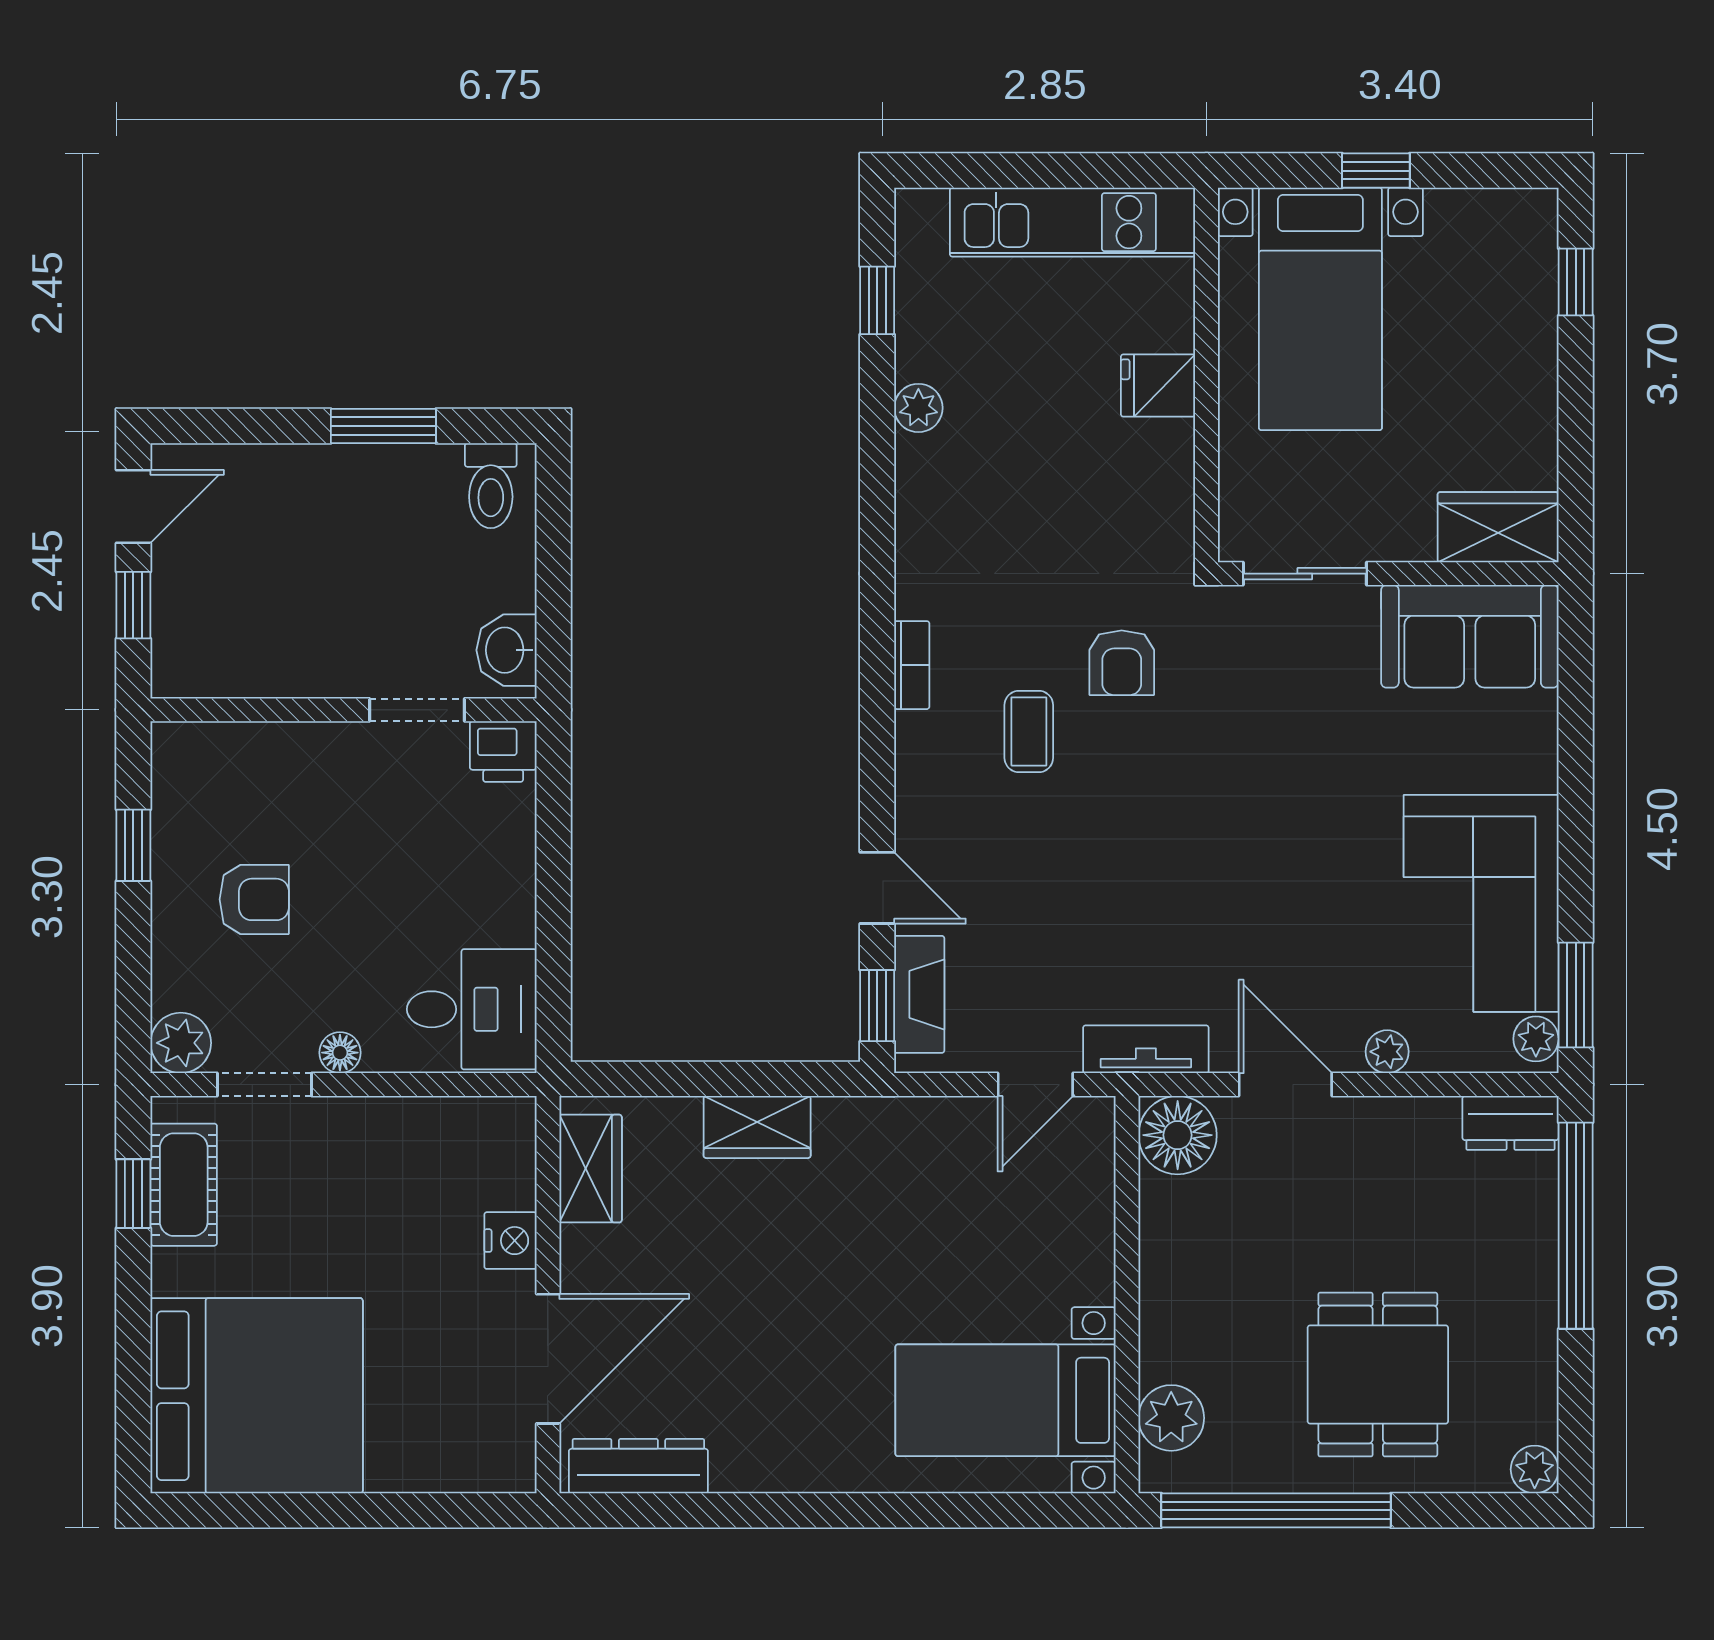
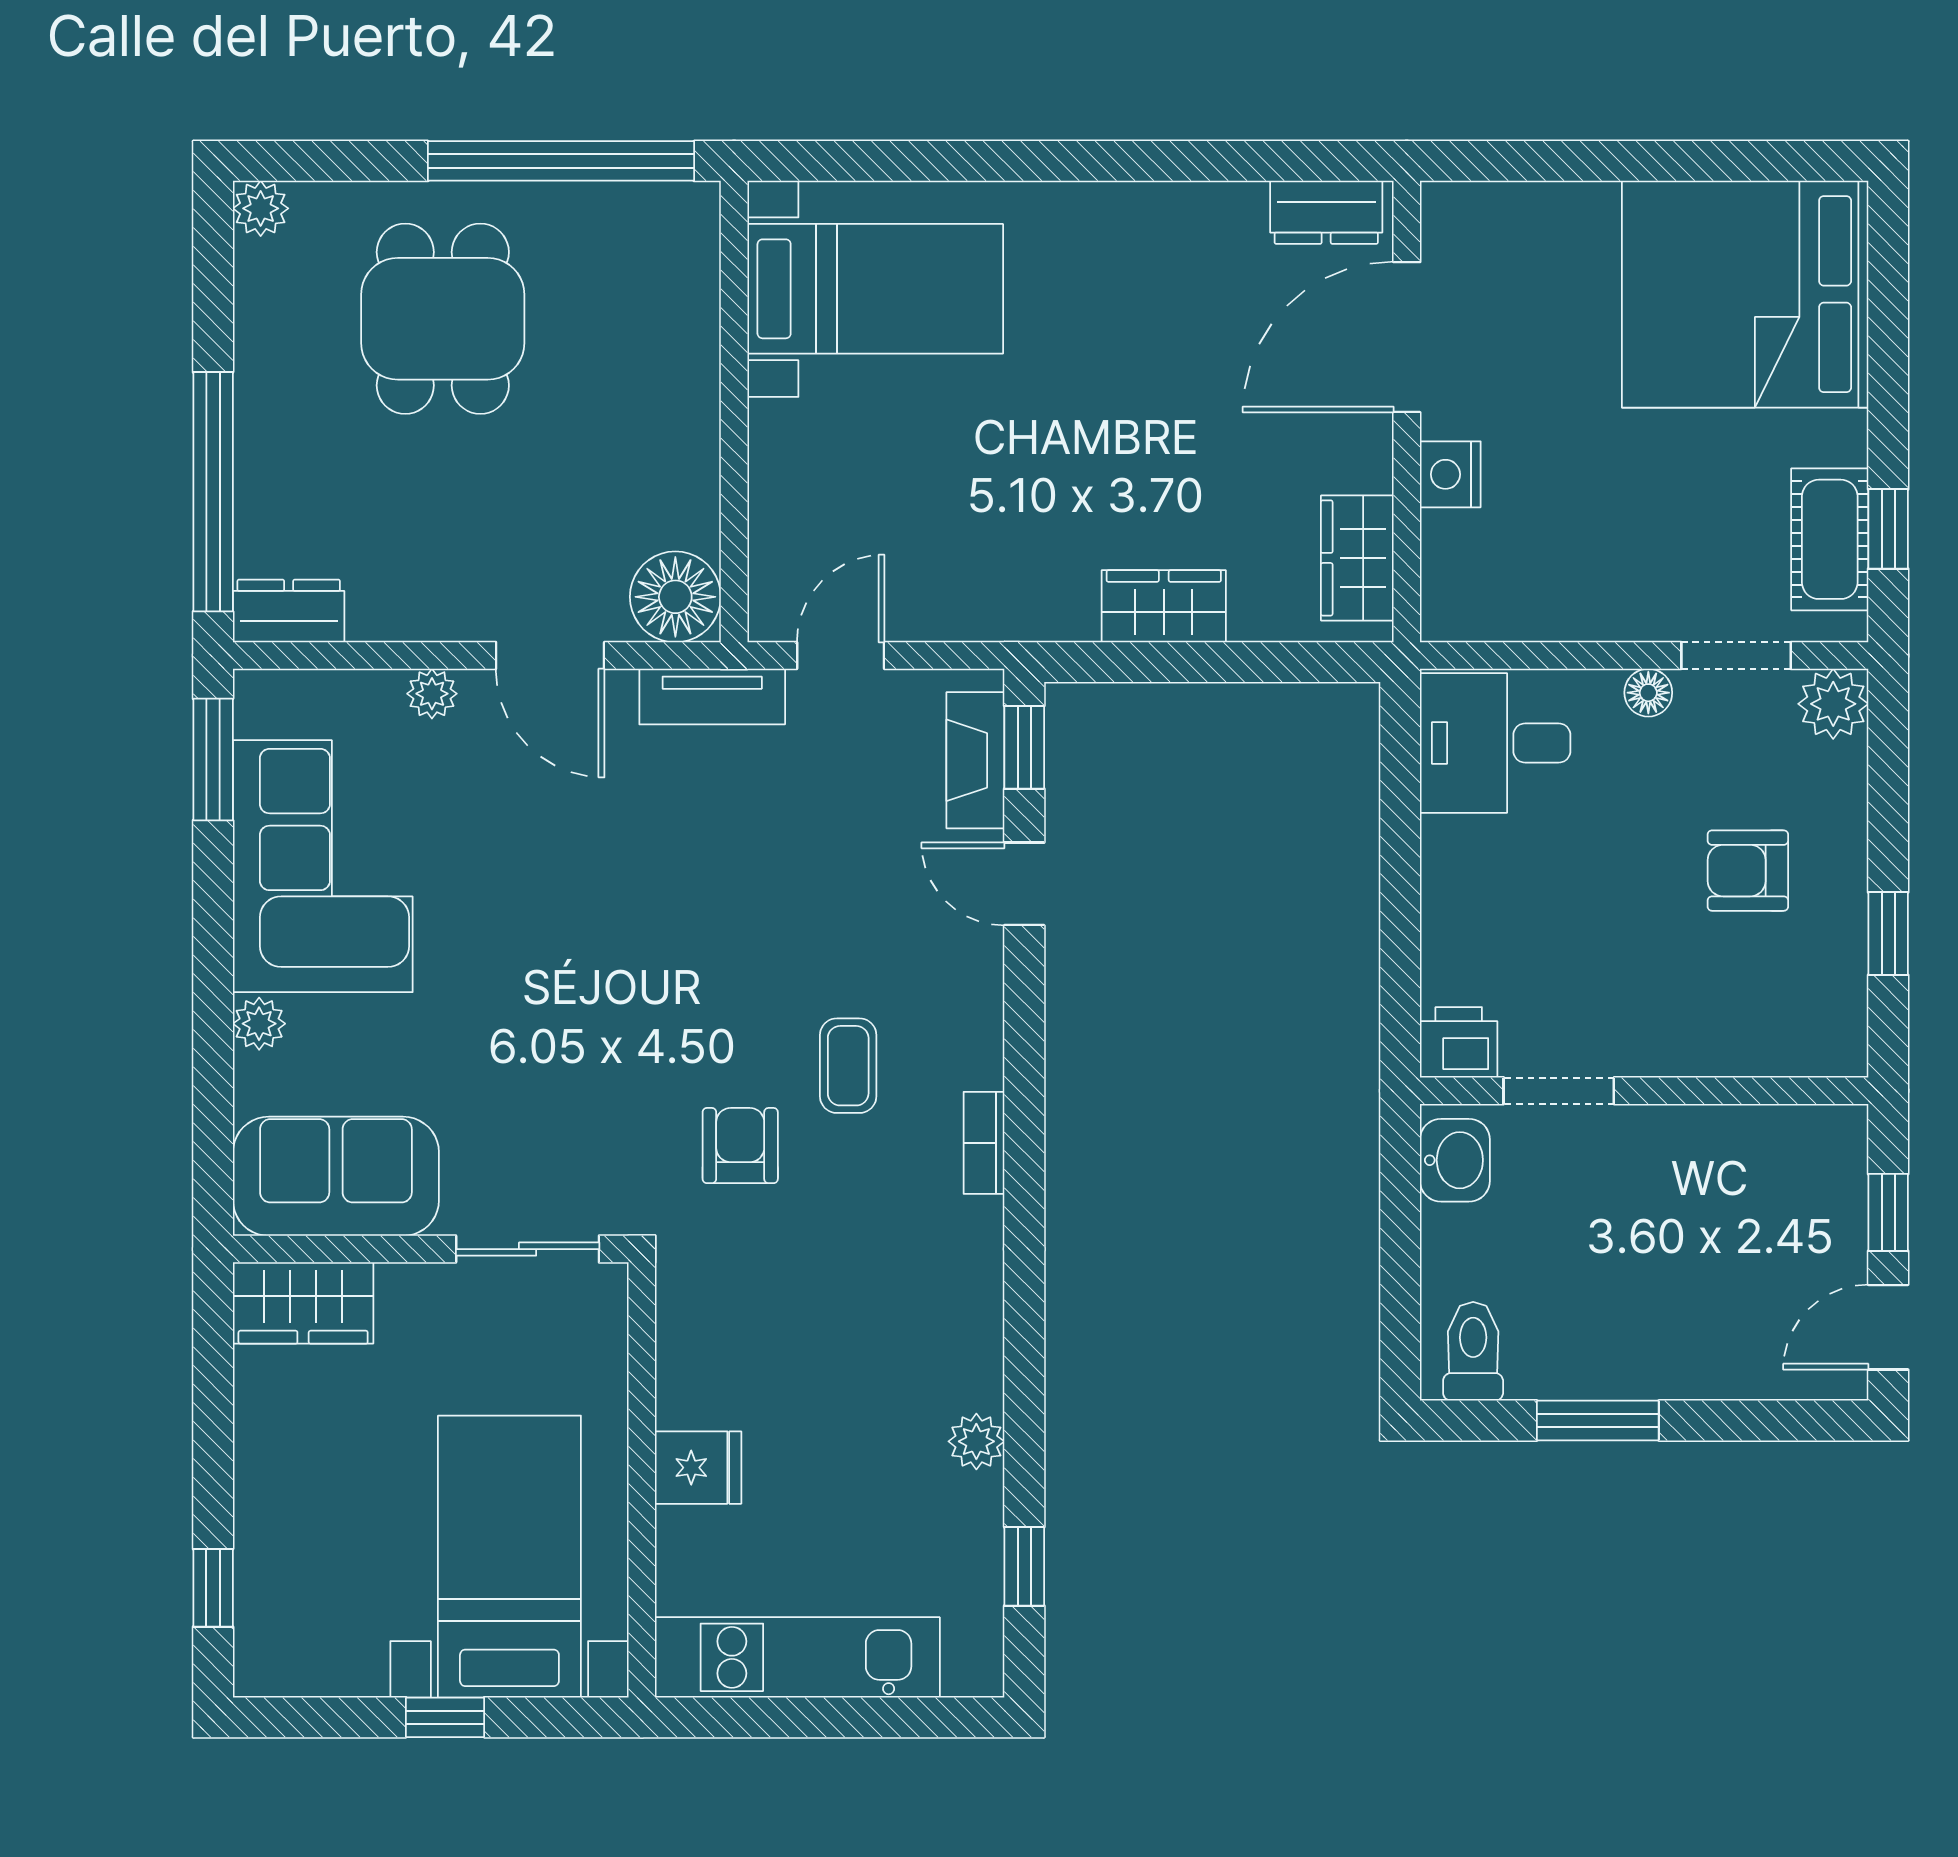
plant: (1536, 1039) -> (259, 1024), moved
plant: (1171, 1418) -> (683, 268), removed
dresser: (638, 1466) -> (1326, 212), width x0.70

